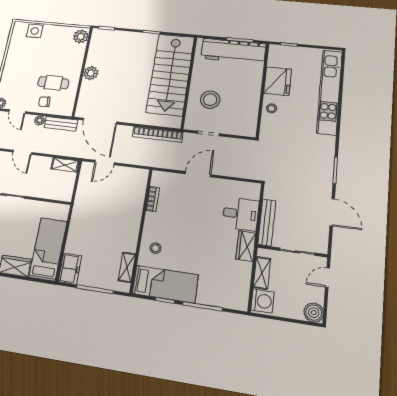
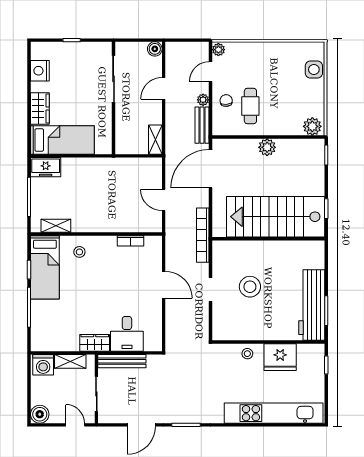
stairs: (171, 74) -> (276, 217), moved
wall: (189, 82) -> (268, 239), moved
door: (105, 163) -> (164, 200), moved

